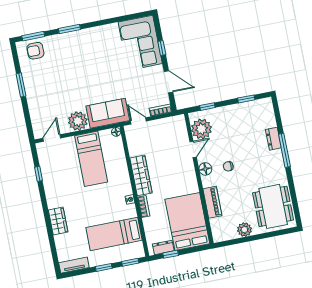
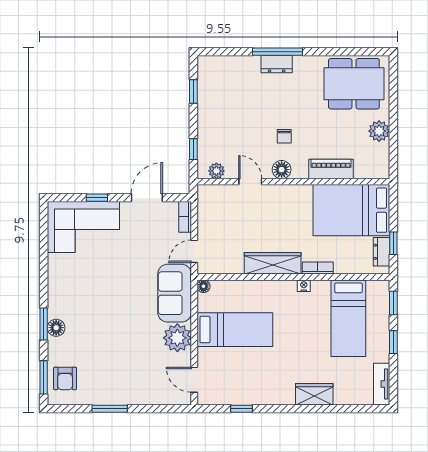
floor lamp: (68, 38) -> (56, 328), added
plant: (201, 129) -> (216, 171), width x0.53, depth x0.53
dresser: (273, 139) -> (277, 64), moved

